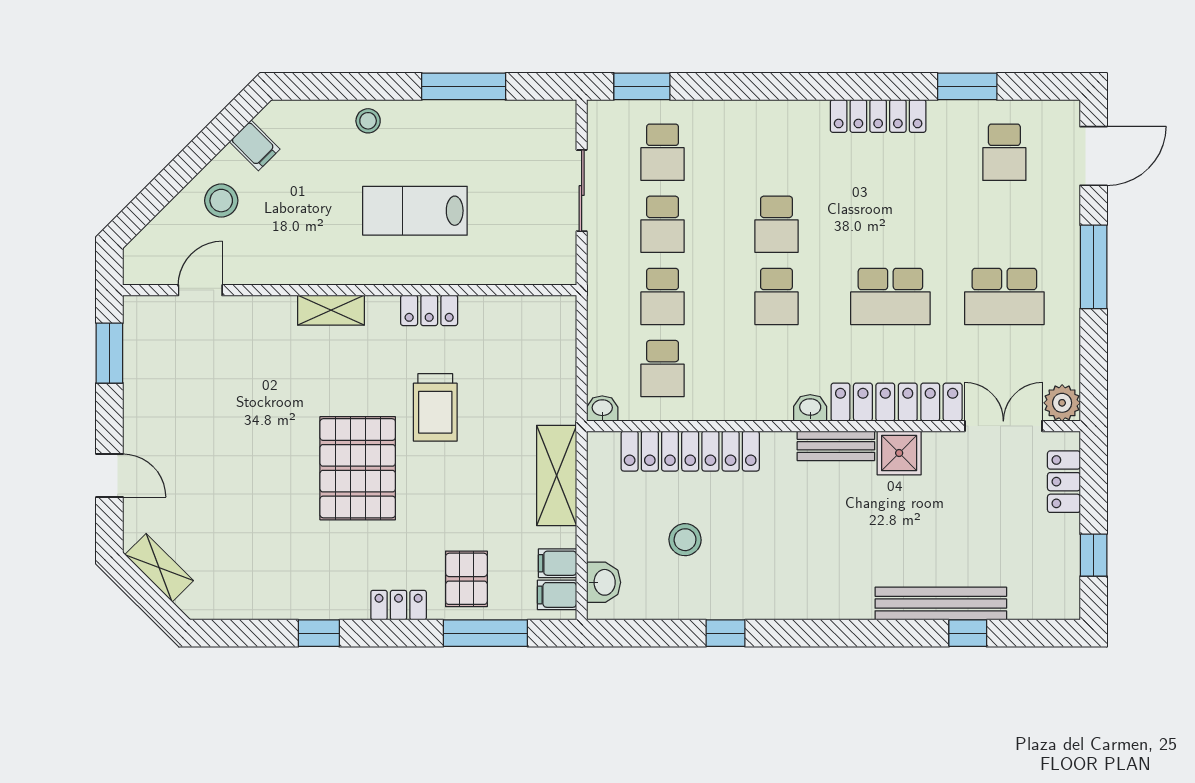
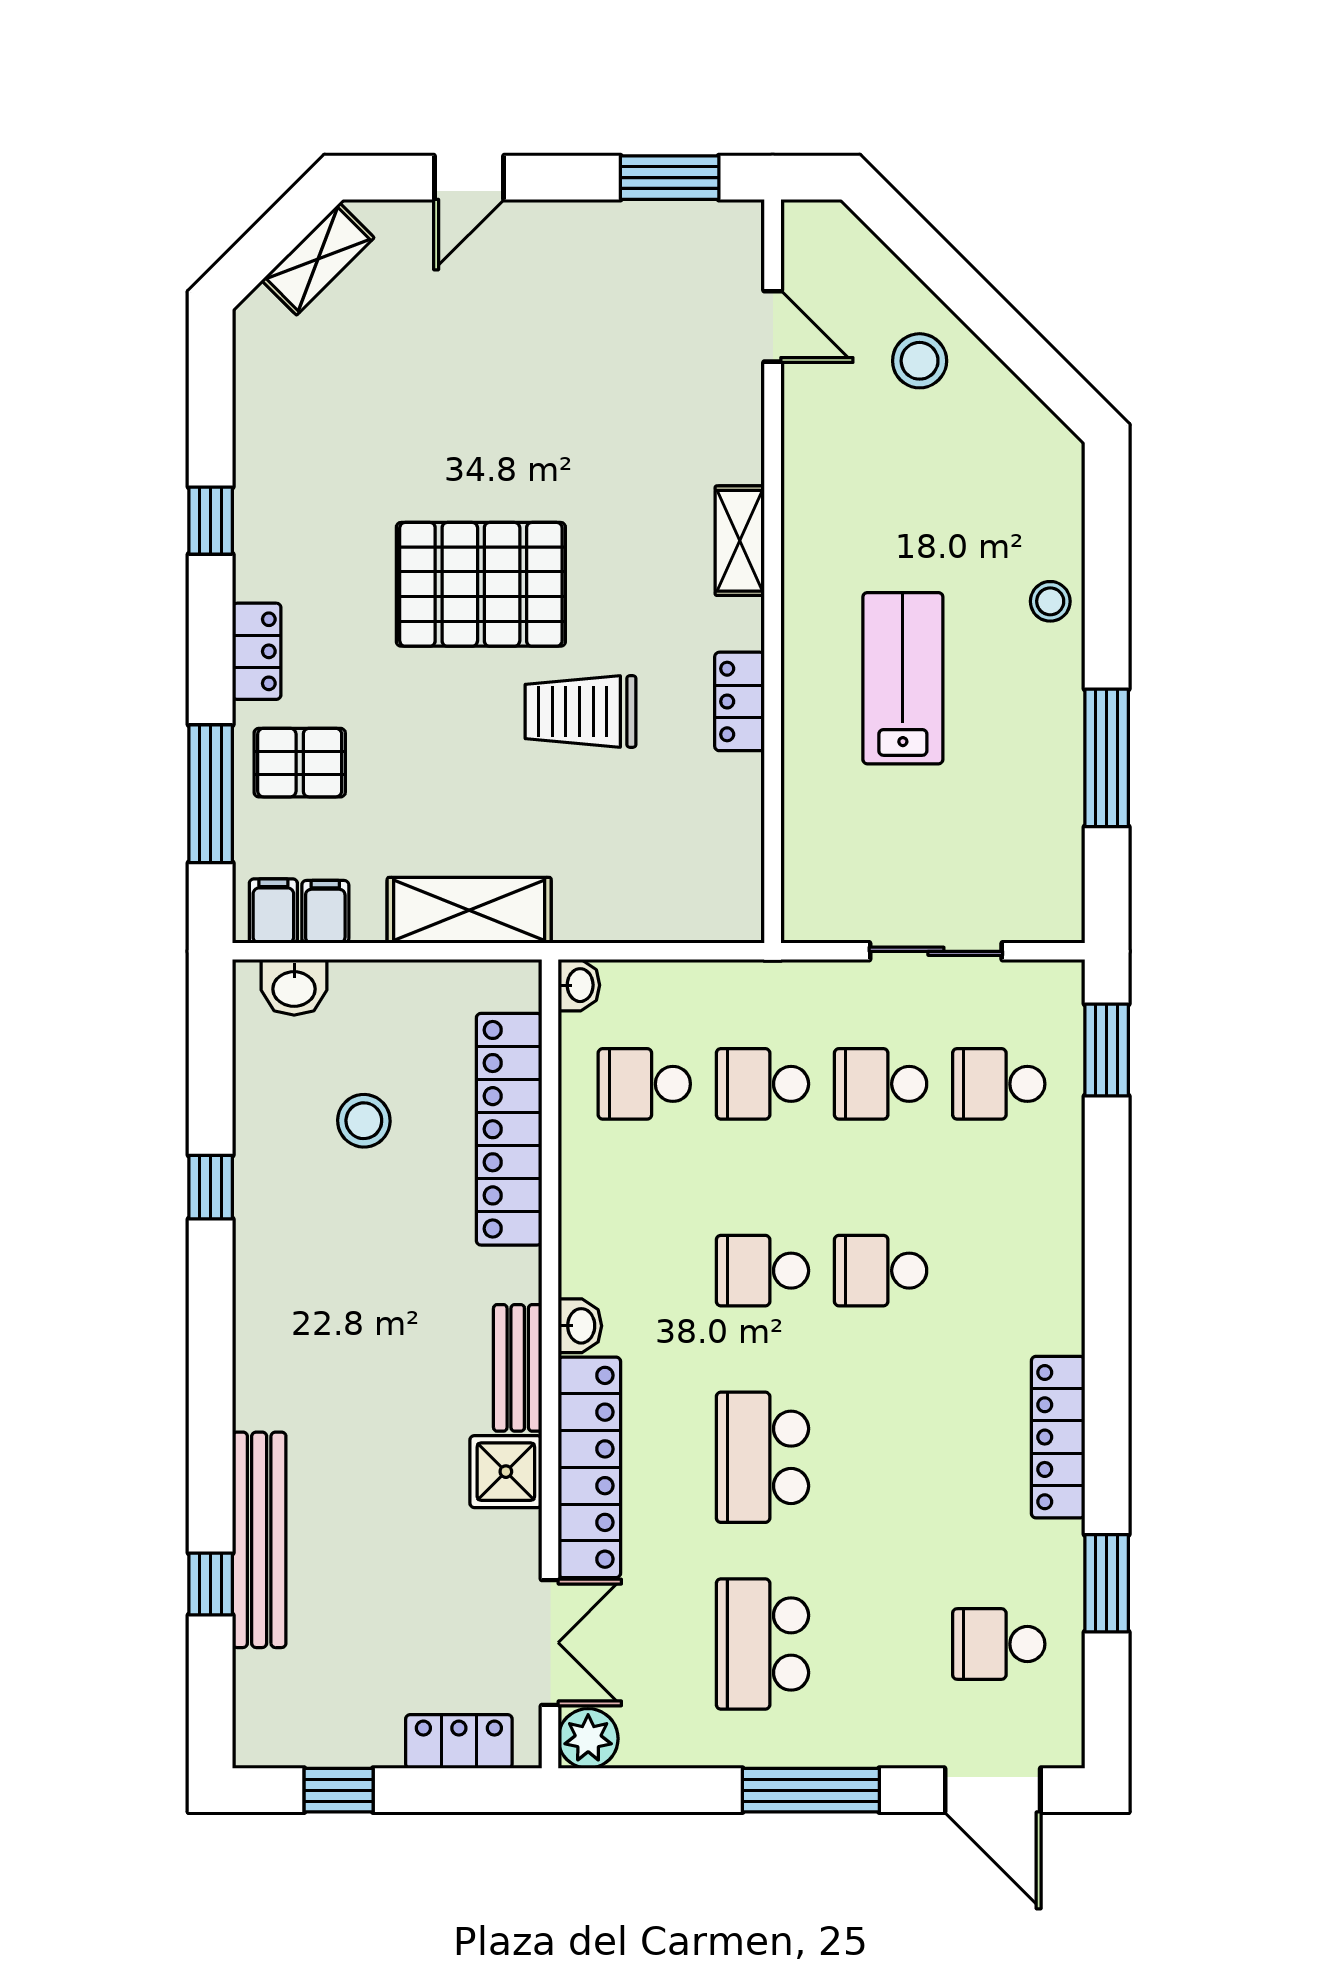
filing cabinet: (255, 145) -> (1010, 416), removed

